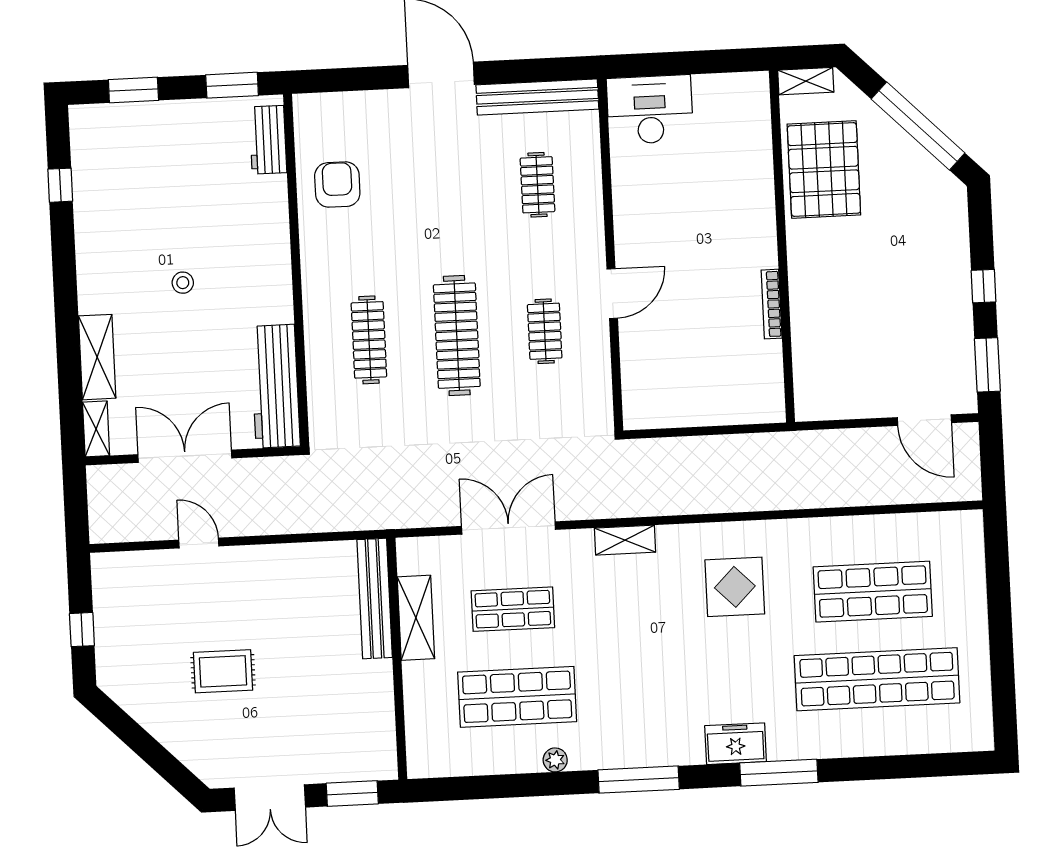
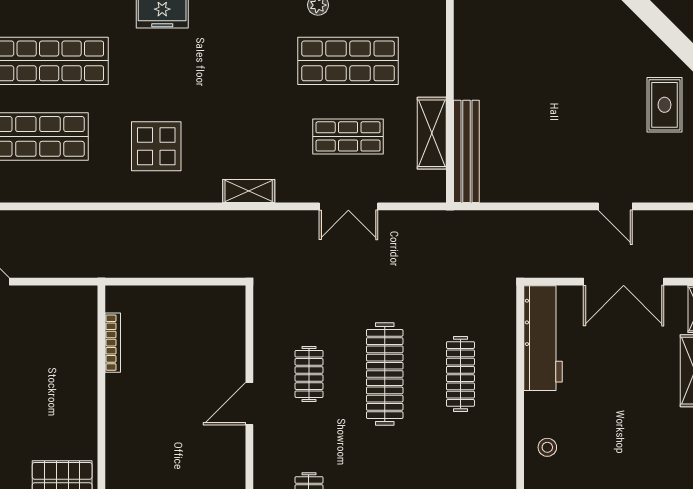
stool: (183, 283) -> (547, 447), moved
bookcase: (772, 304) -> (113, 343), moved
double door: (508, 528) -> (348, 206), width x0.73
rug: (223, 671) -> (664, 105), moved, turned 90

